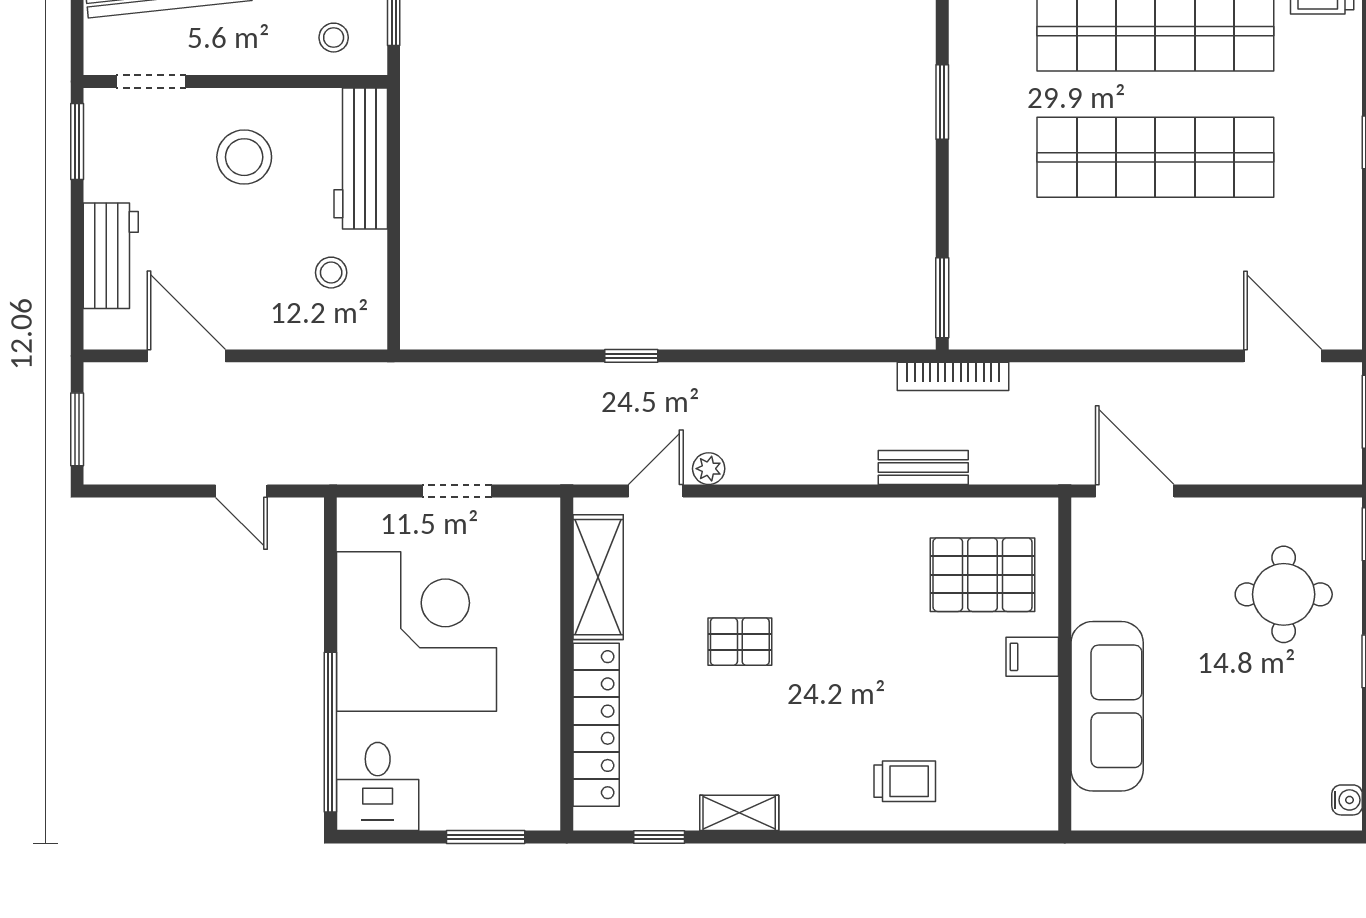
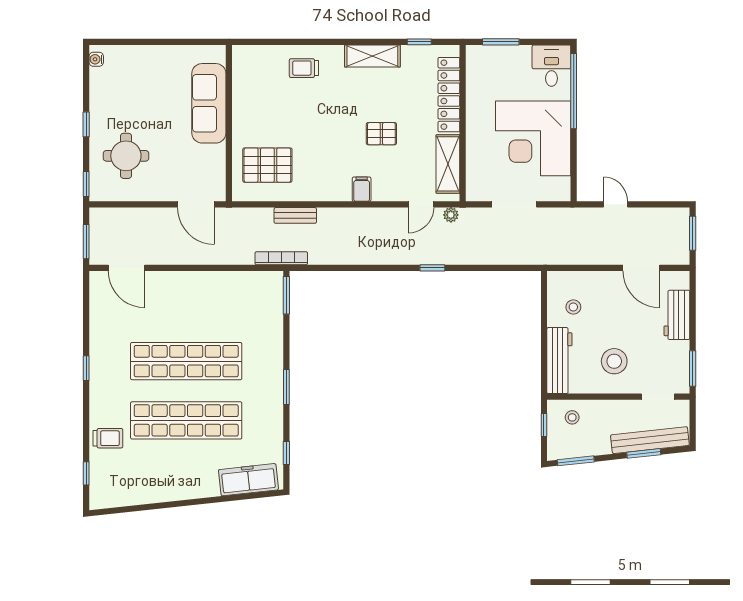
plant: (709, 469) -> (451, 215), moved
doorway: (457, 491) -> (514, 204), width x1.38
filing cabinet: (1032, 657) -> (362, 189), moved, turned -90
shelving: (739, 813) -> (372, 56), width x1.50, depth x1.33

